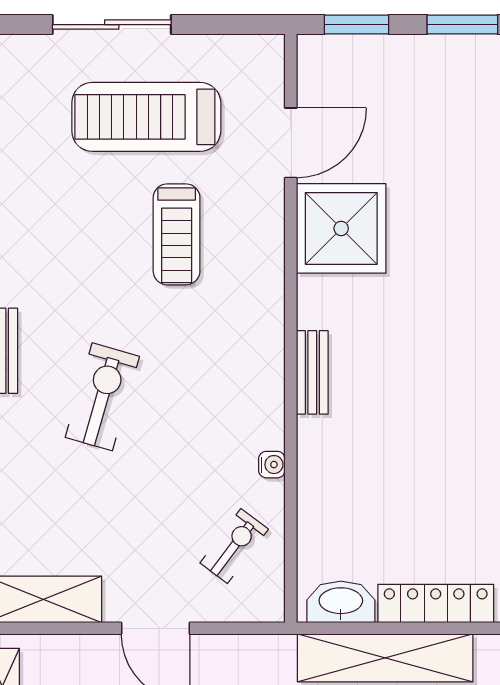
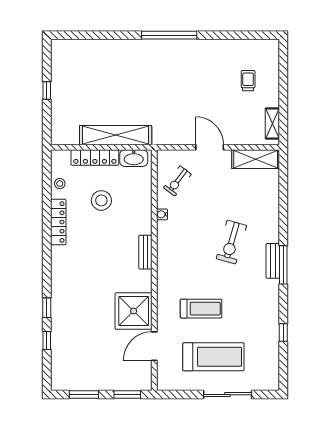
treadmill: (177, 234) -> (201, 309), turned 90
stool: (420, 498) -> (101, 200), added

